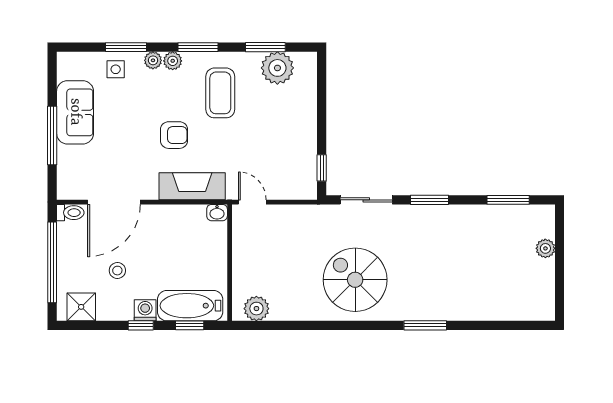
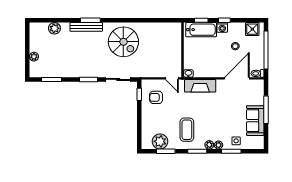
armchair: (174, 135) -> (156, 97), moved
plant: (256, 309) -> (54, 28), moved
bench: (434, 311) -> (86, 27), added

